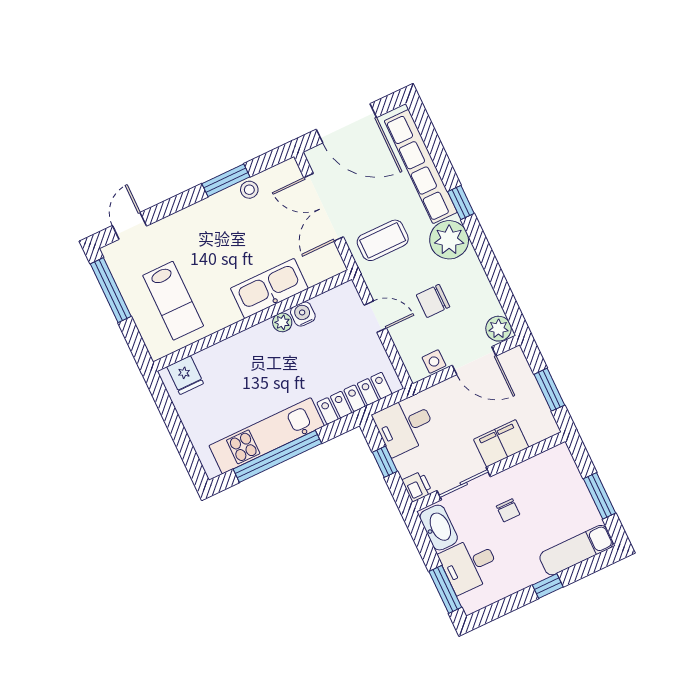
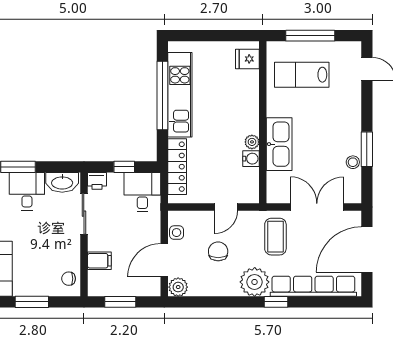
window: (111, 290) -> (310, 36), moved
filing cabinet: (501, 443) -> (99, 261), width x0.50
chair: (508, 510) -> (69, 279), moved

